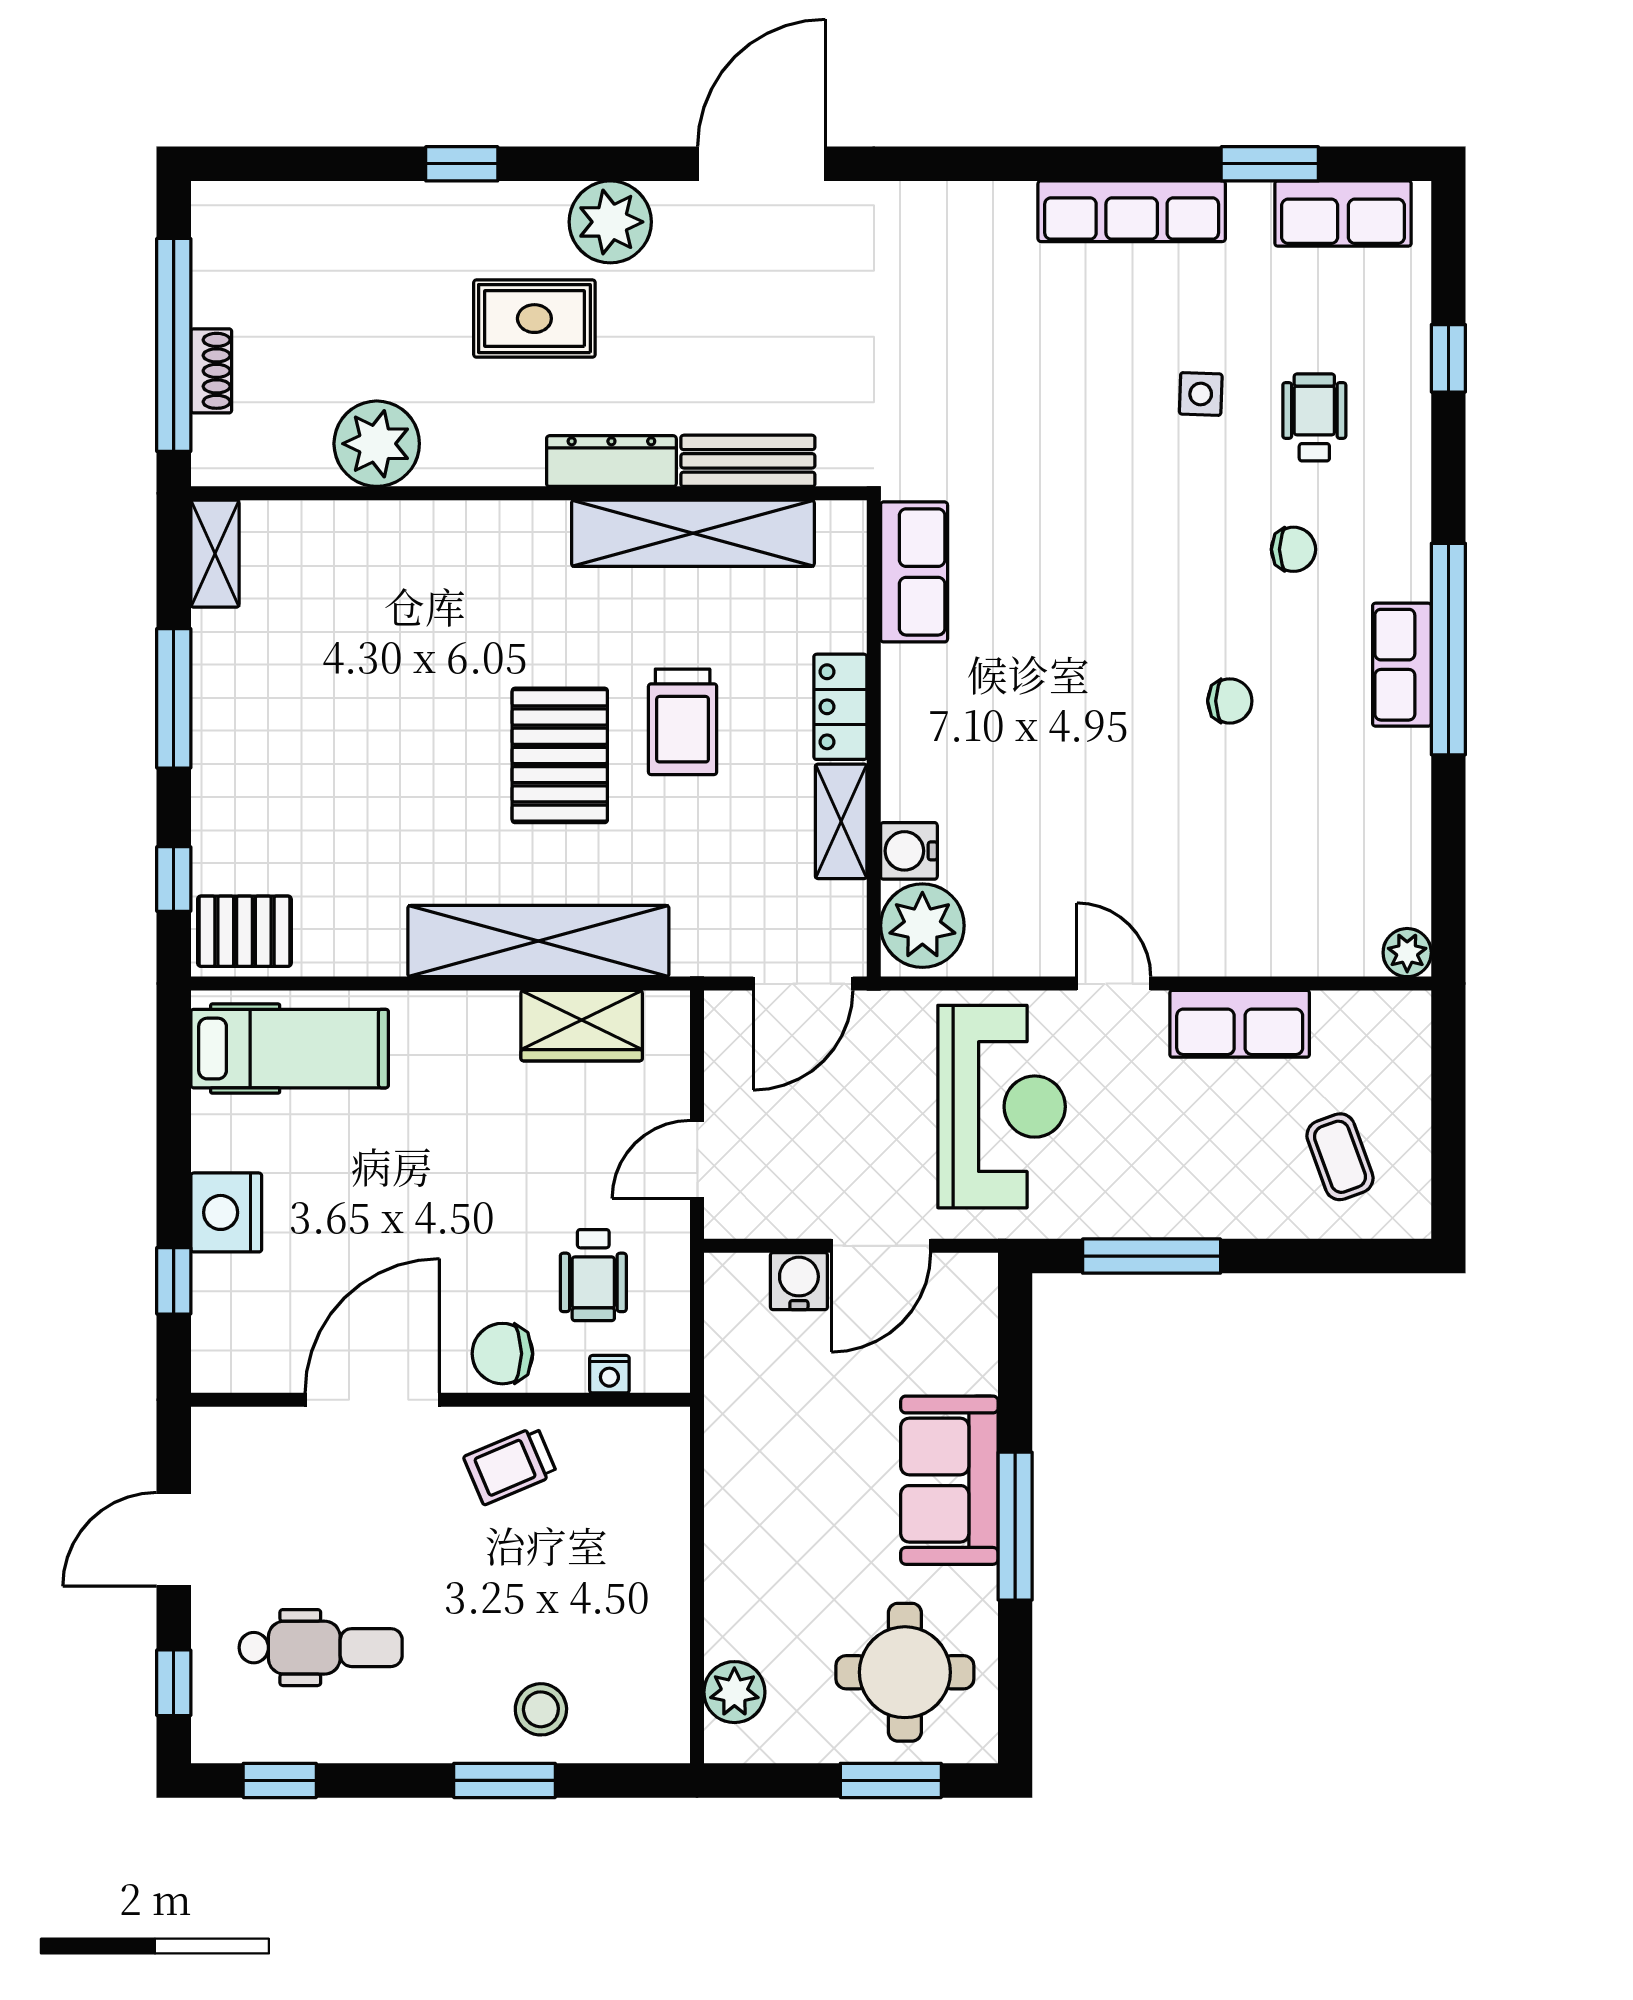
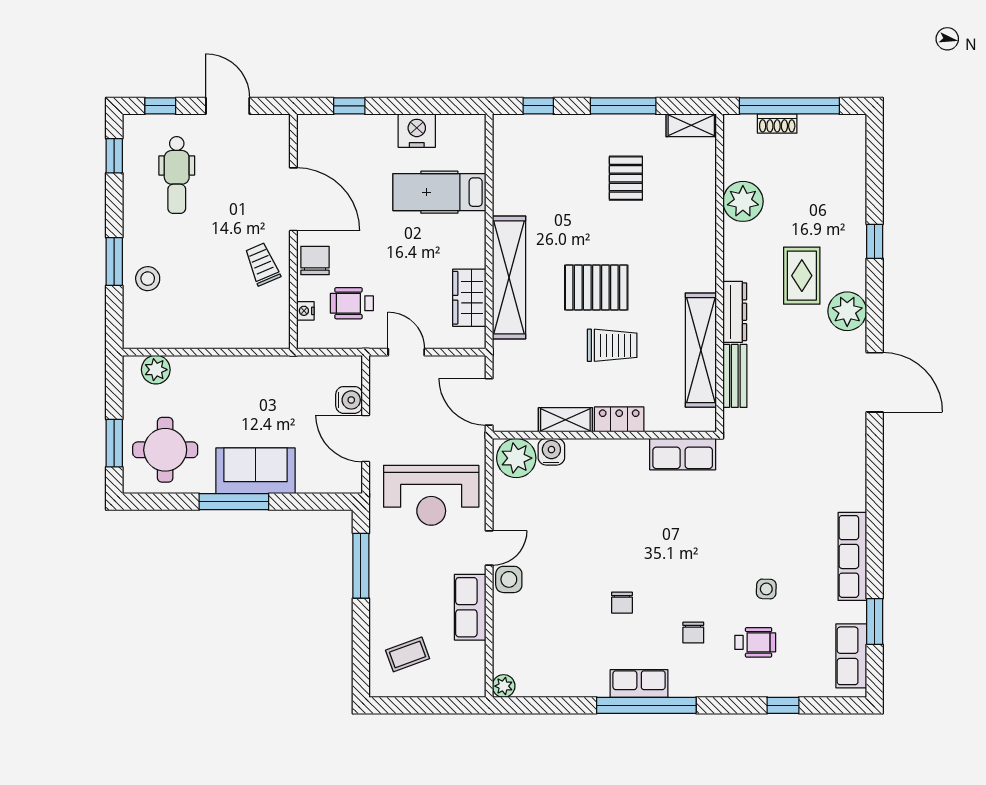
trolley: (683, 722) -> (612, 345), turned 180
pallet: (244, 931) -> (626, 178), moved
side table: (1180, 941) -> (509, 579), added
hospital bed: (290, 1049) -> (439, 192), moved, turned 90
nightstand: (226, 1212) -> (417, 131), moved

